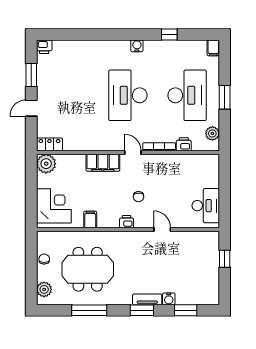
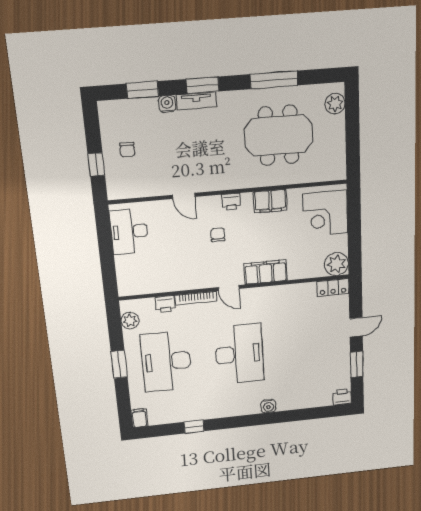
water cooler: (137, 46) -> (268, 406), moved
filing cabinet: (90, 219) -> (270, 201), width x2.00
chair: (44, 259) -> (127, 150), moved

